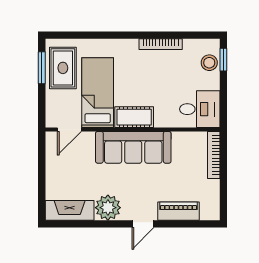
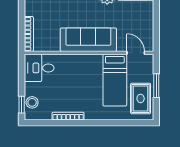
window: (42, 68) -> (156, 86), moved
cot: (134, 117) -> (88, 62), removed
door: (69, 129) -> (136, 53), hinge flipped

